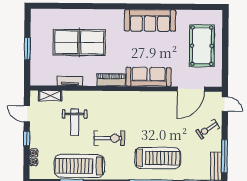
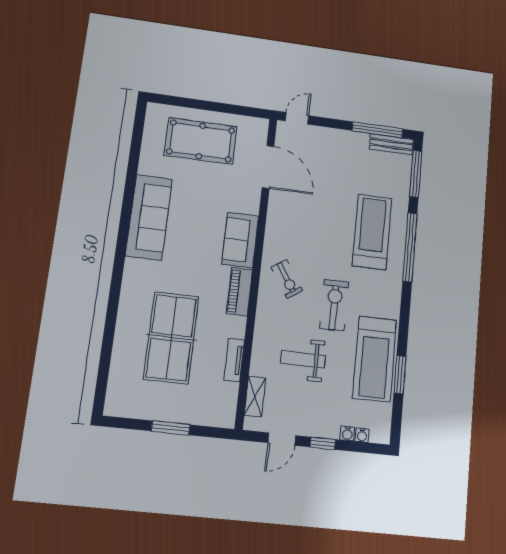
sofa: (149, 77) -> (240, 240), width x0.73
weight bench: (75, 122) -> (303, 359), turned 180
exercise bike: (208, 129) -> (287, 279), moved

